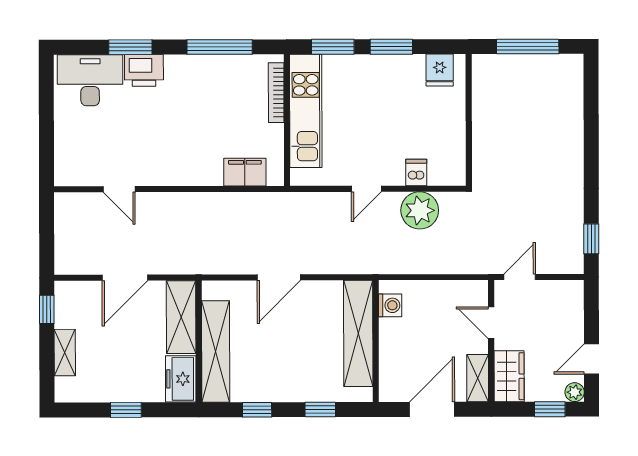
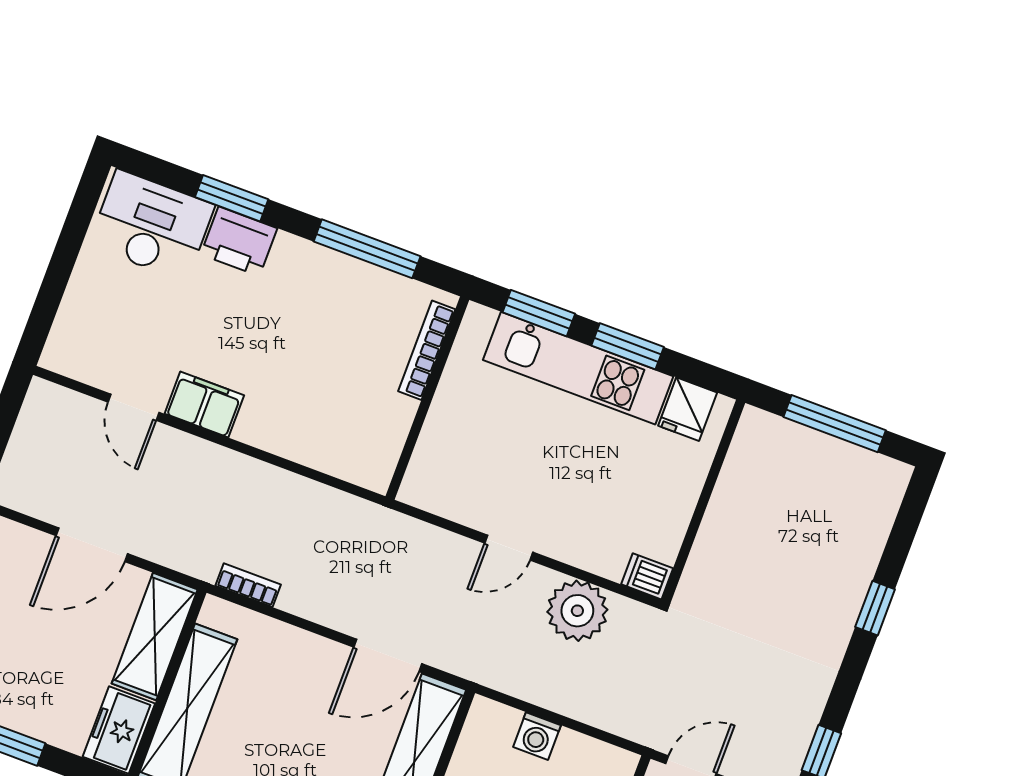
kitchen unit: (306, 111) -> (578, 368), moved, turned 90
window: (591, 144) -> (875, 608), added
filing cabinet: (245, 172) -> (204, 404), moved
dishwasher: (416, 172) -> (647, 576), moved, turned -90
bookcase: (224, 267) -> (248, 585), added
door: (279, 277) -> (388, 655), moved
washing machine: (390, 305) -> (537, 736), moved, turned 90

